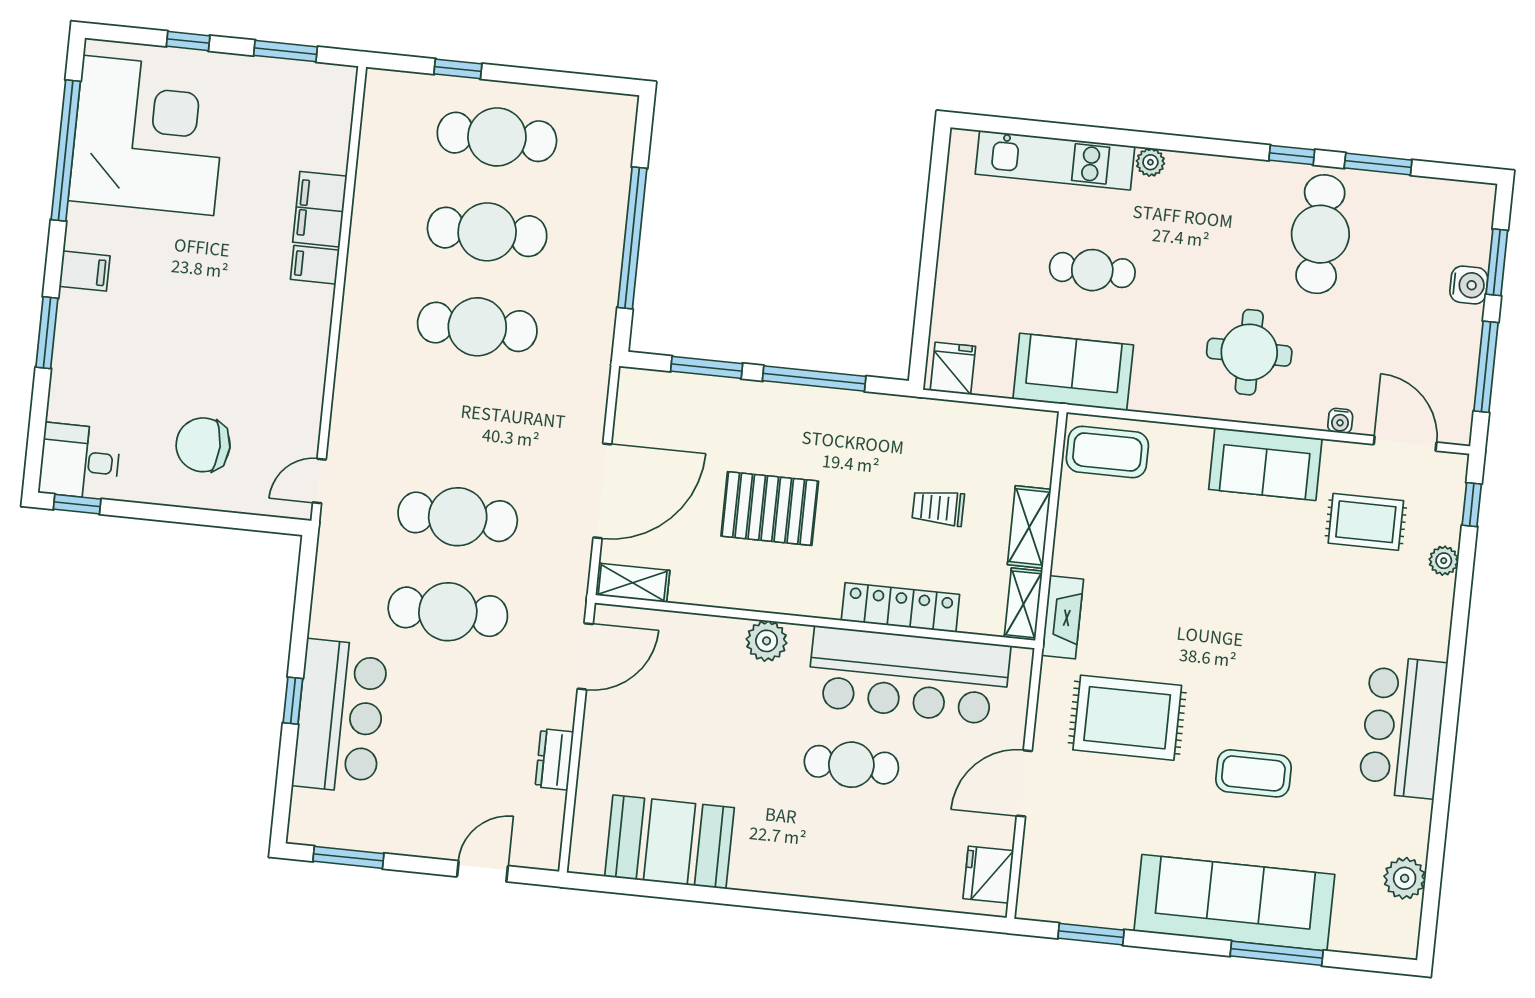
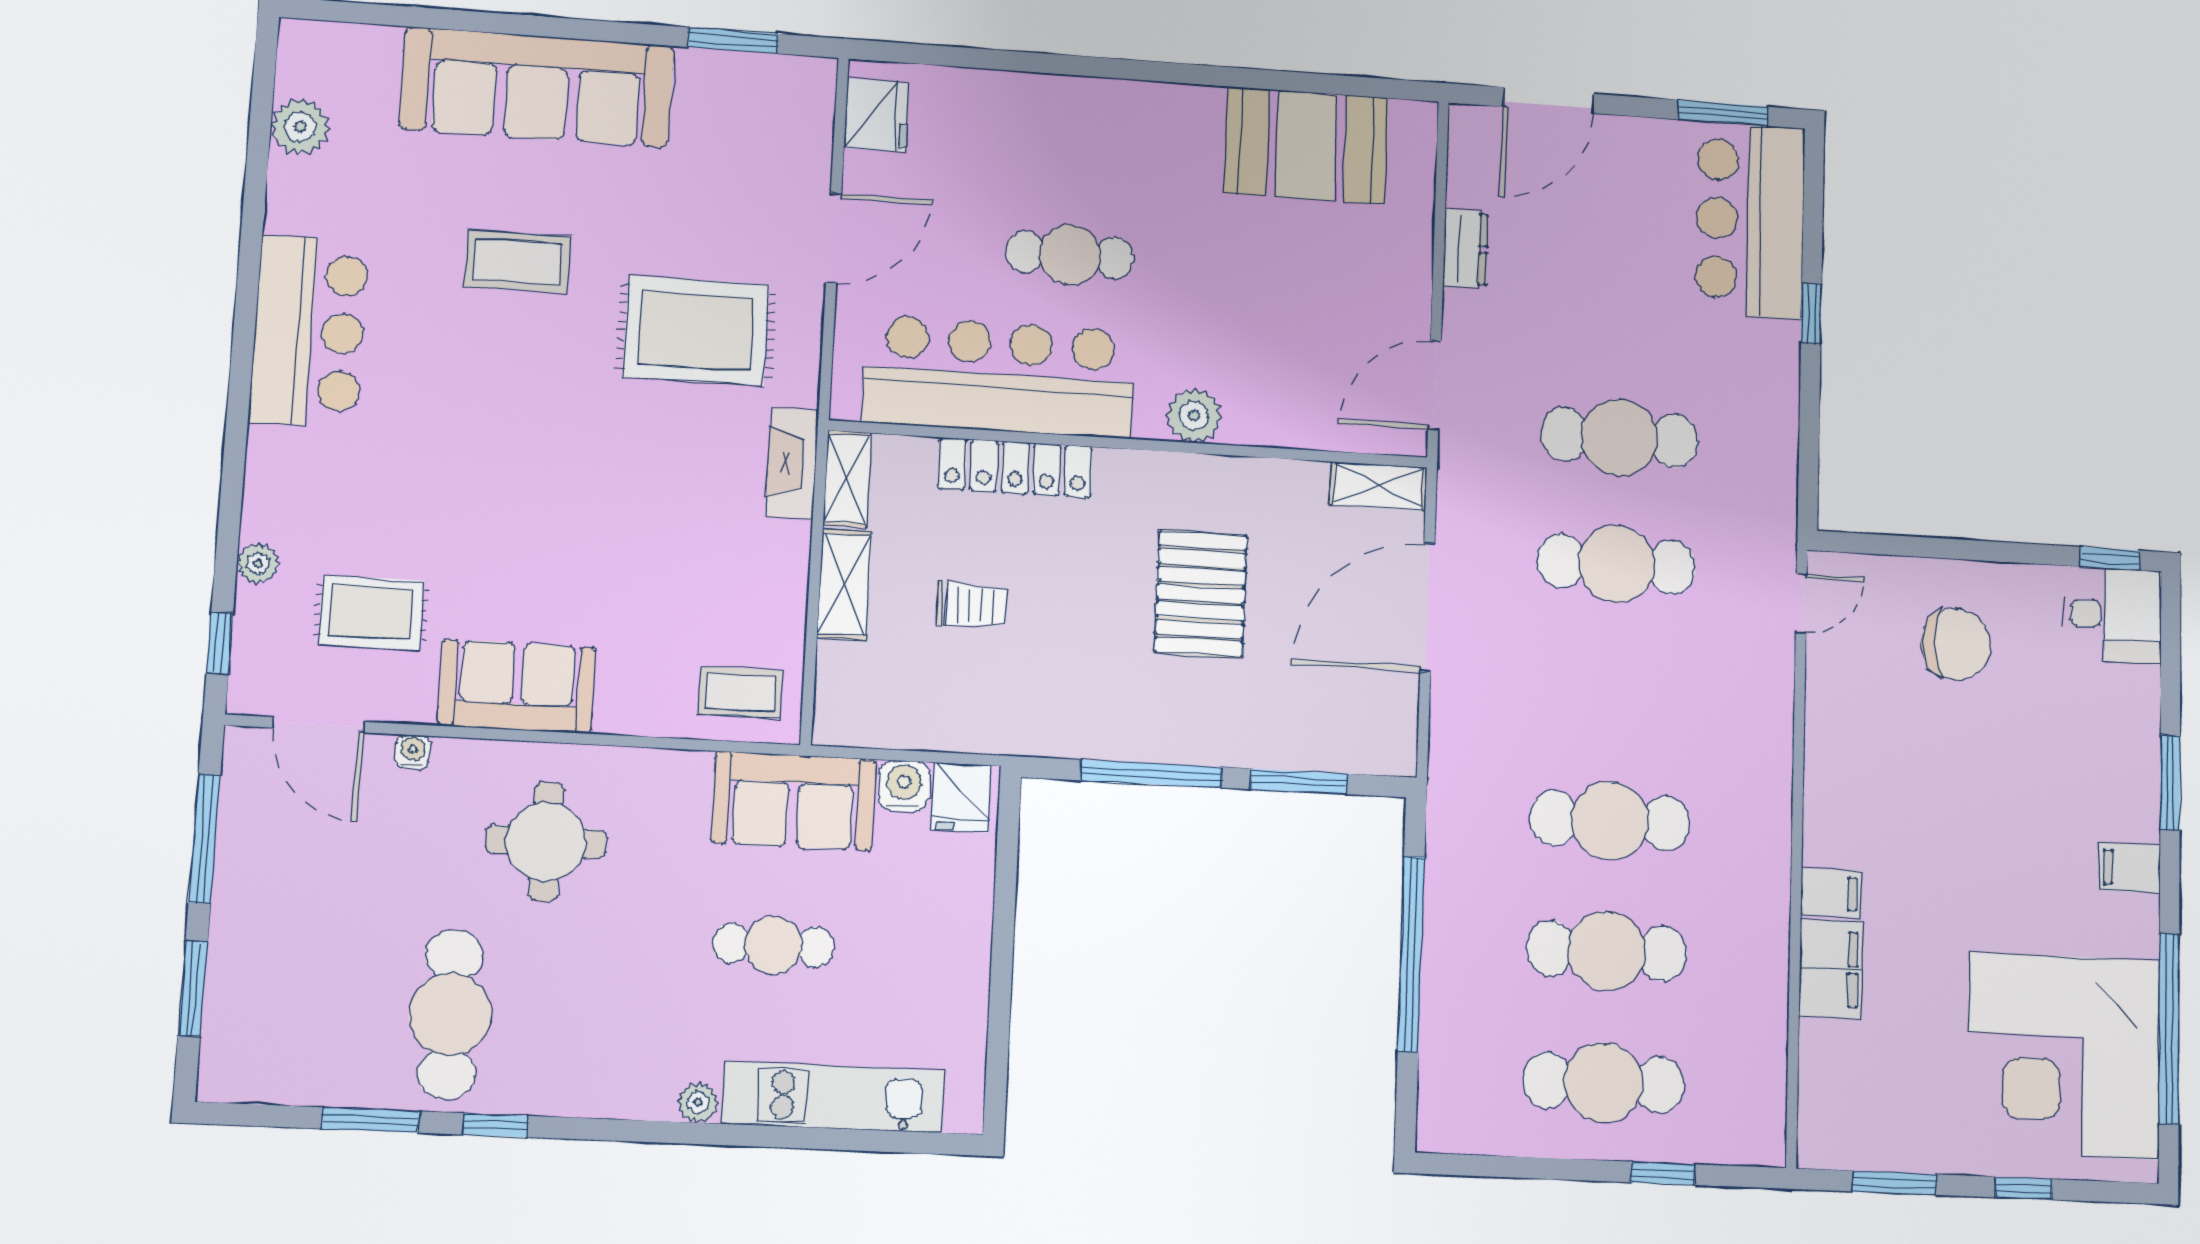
water cooler: (1469, 285) -> (904, 786), moved, turned 90
coffee table: (1107, 452) -> (740, 693), width x0.73, depth x0.77
pallet: (770, 509) -> (1201, 594), turned 90
bar counter: (340, 716) -> (1750, 220), moved
door: (482, 871) -> (1549, 100), width x1.38
window: (1277, 953) -> (476, 21), removed

